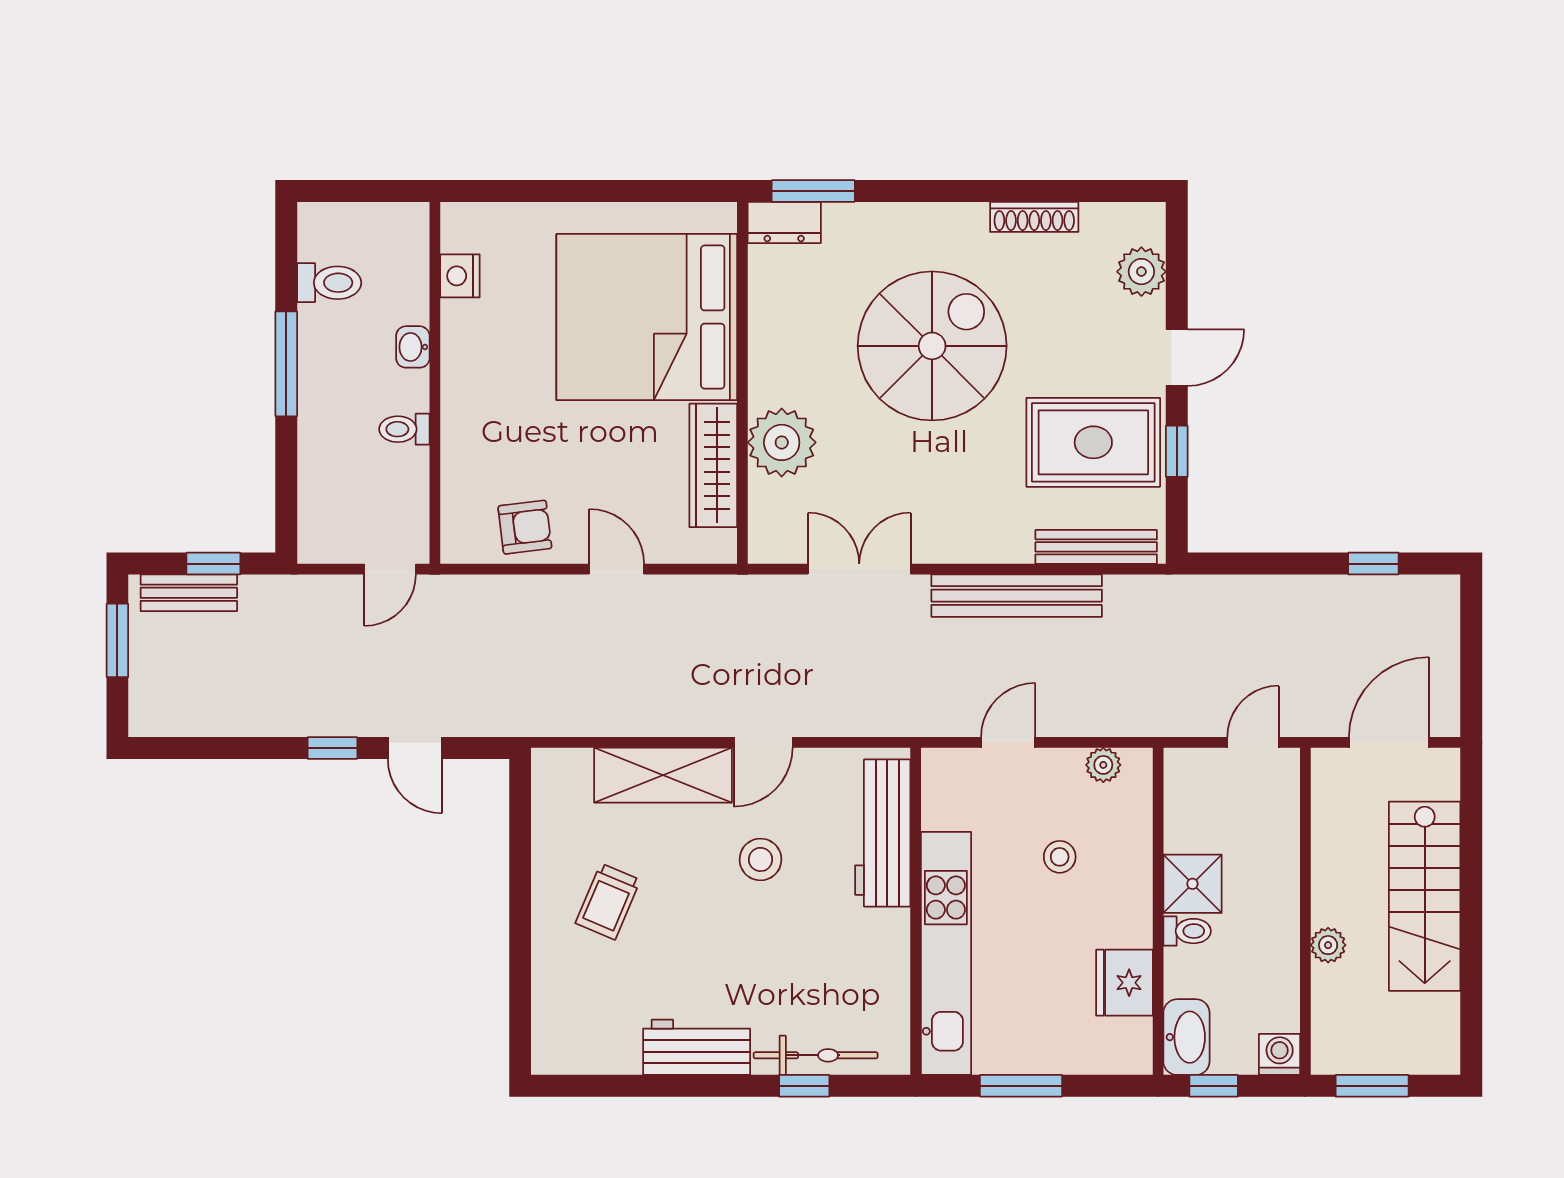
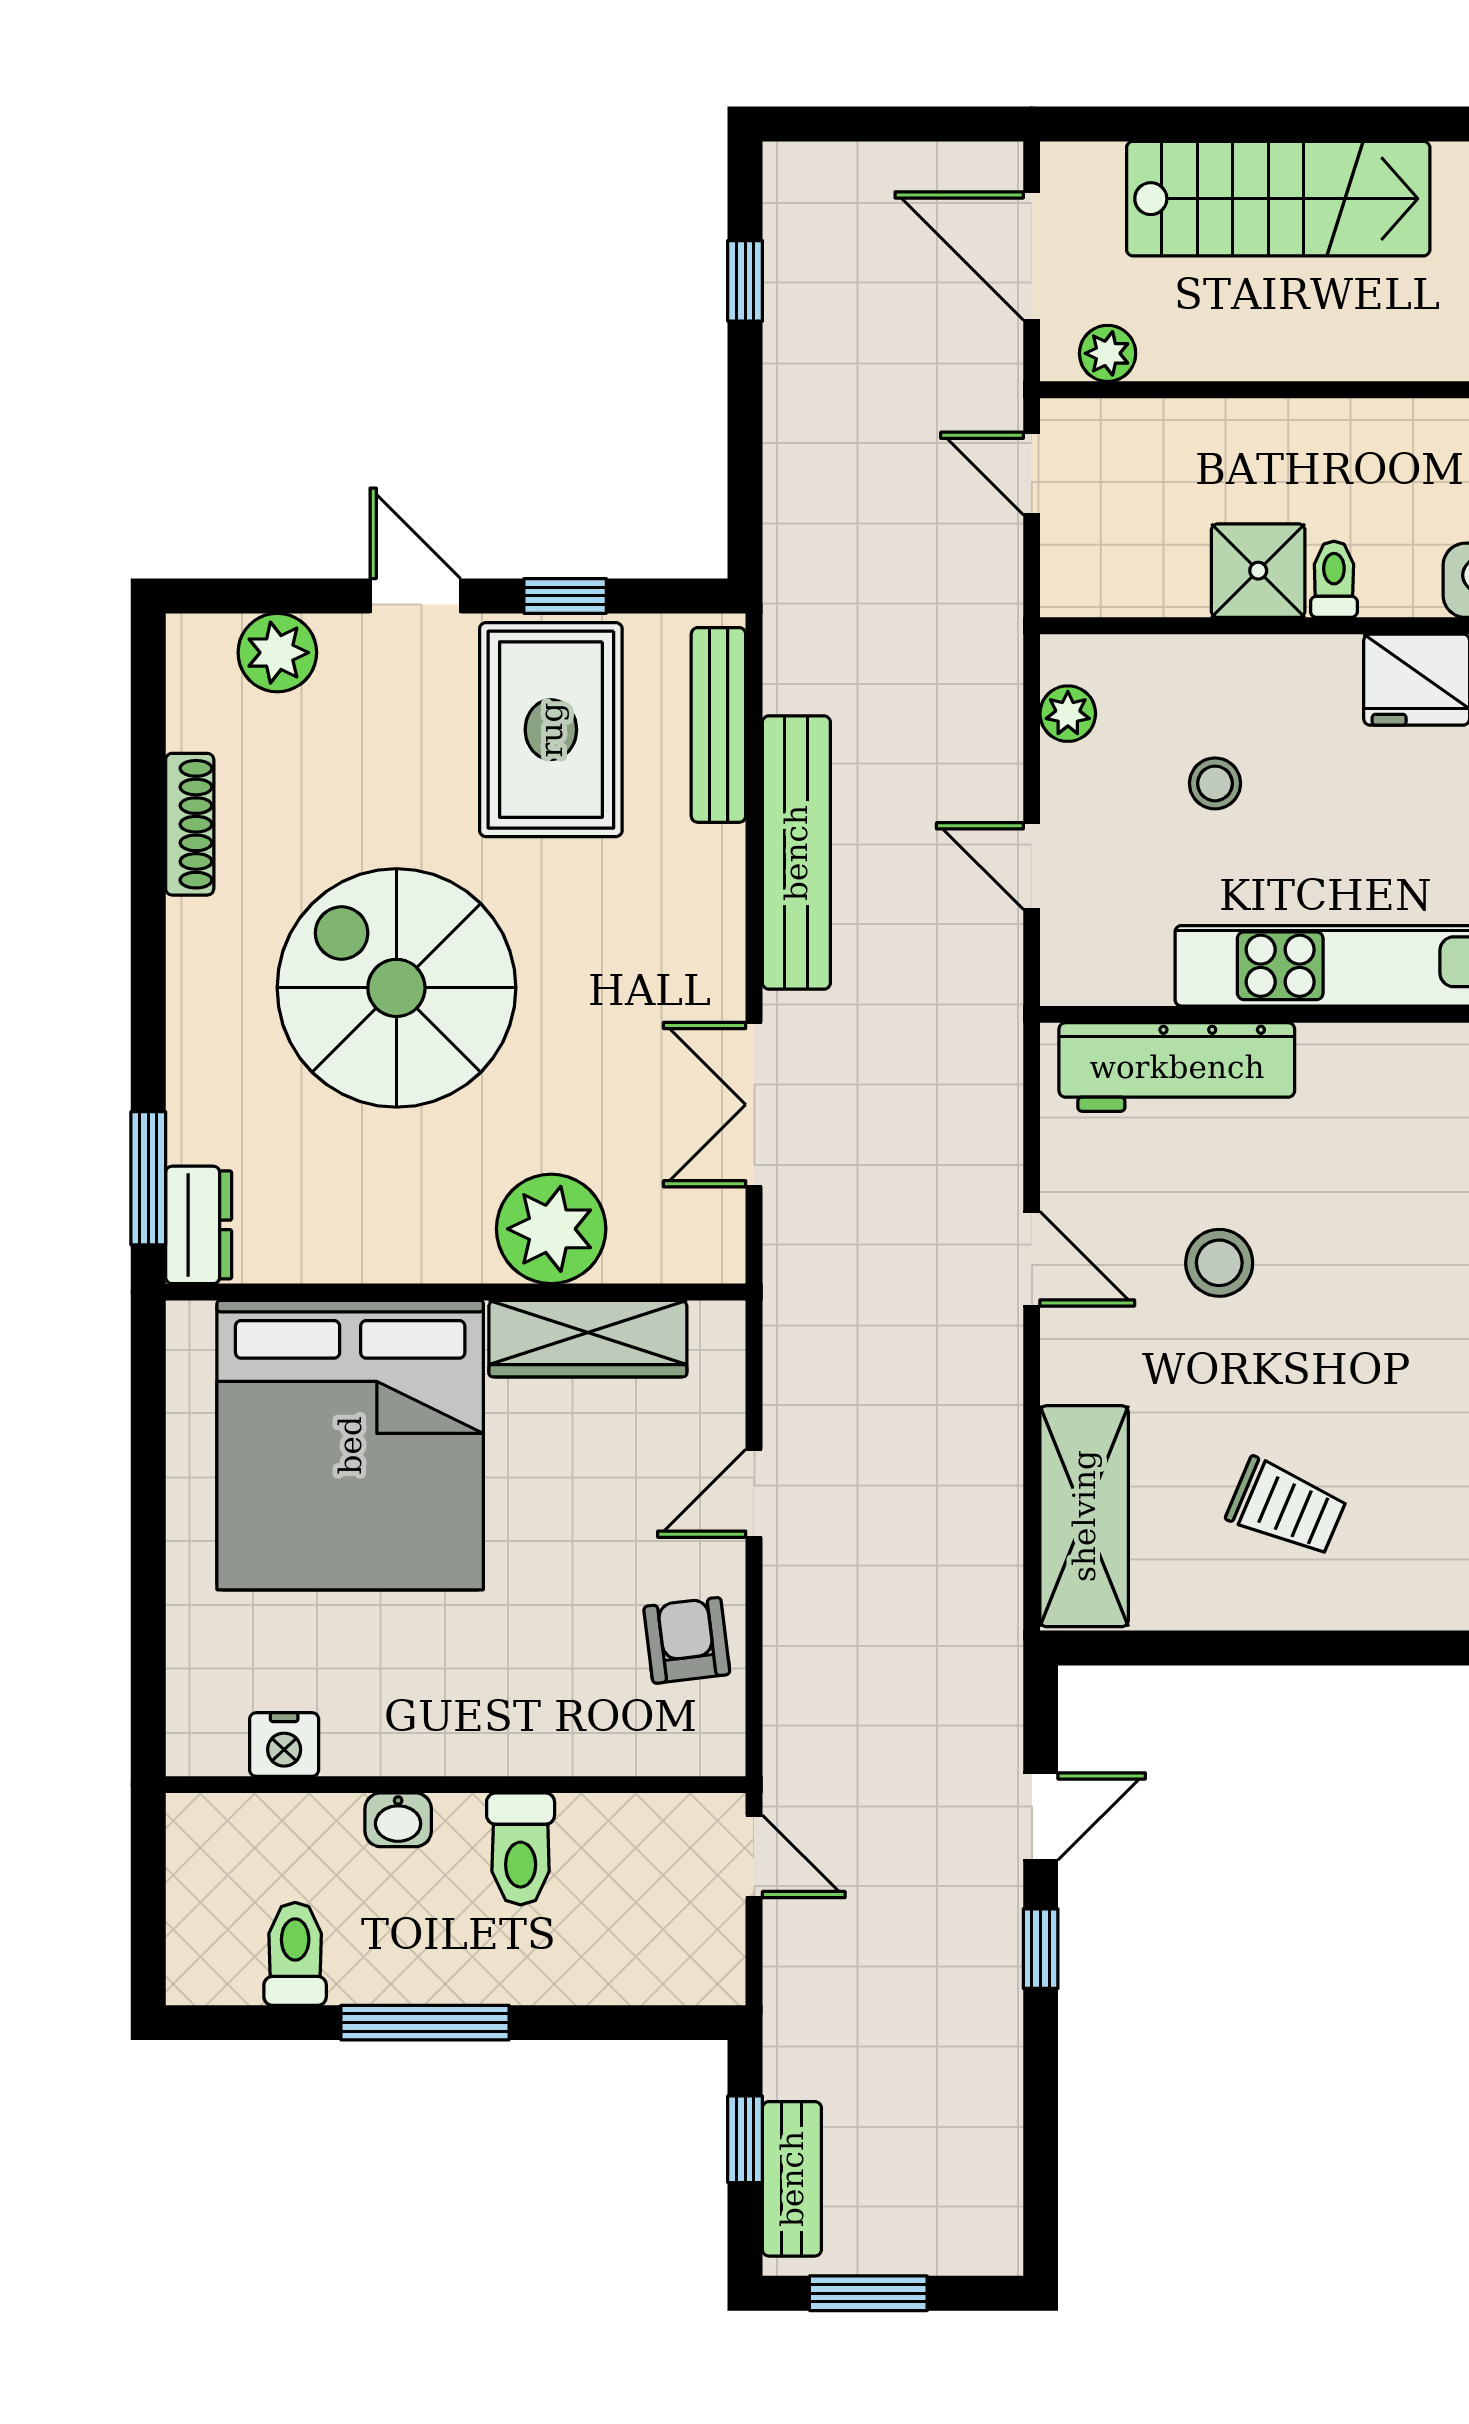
toilet: (404, 429) -> (521, 1849), width x1.37, depth x1.39
shelving: (663, 775) -> (1084, 1516), moved
plant: (1328, 945) -> (1108, 353), moved

